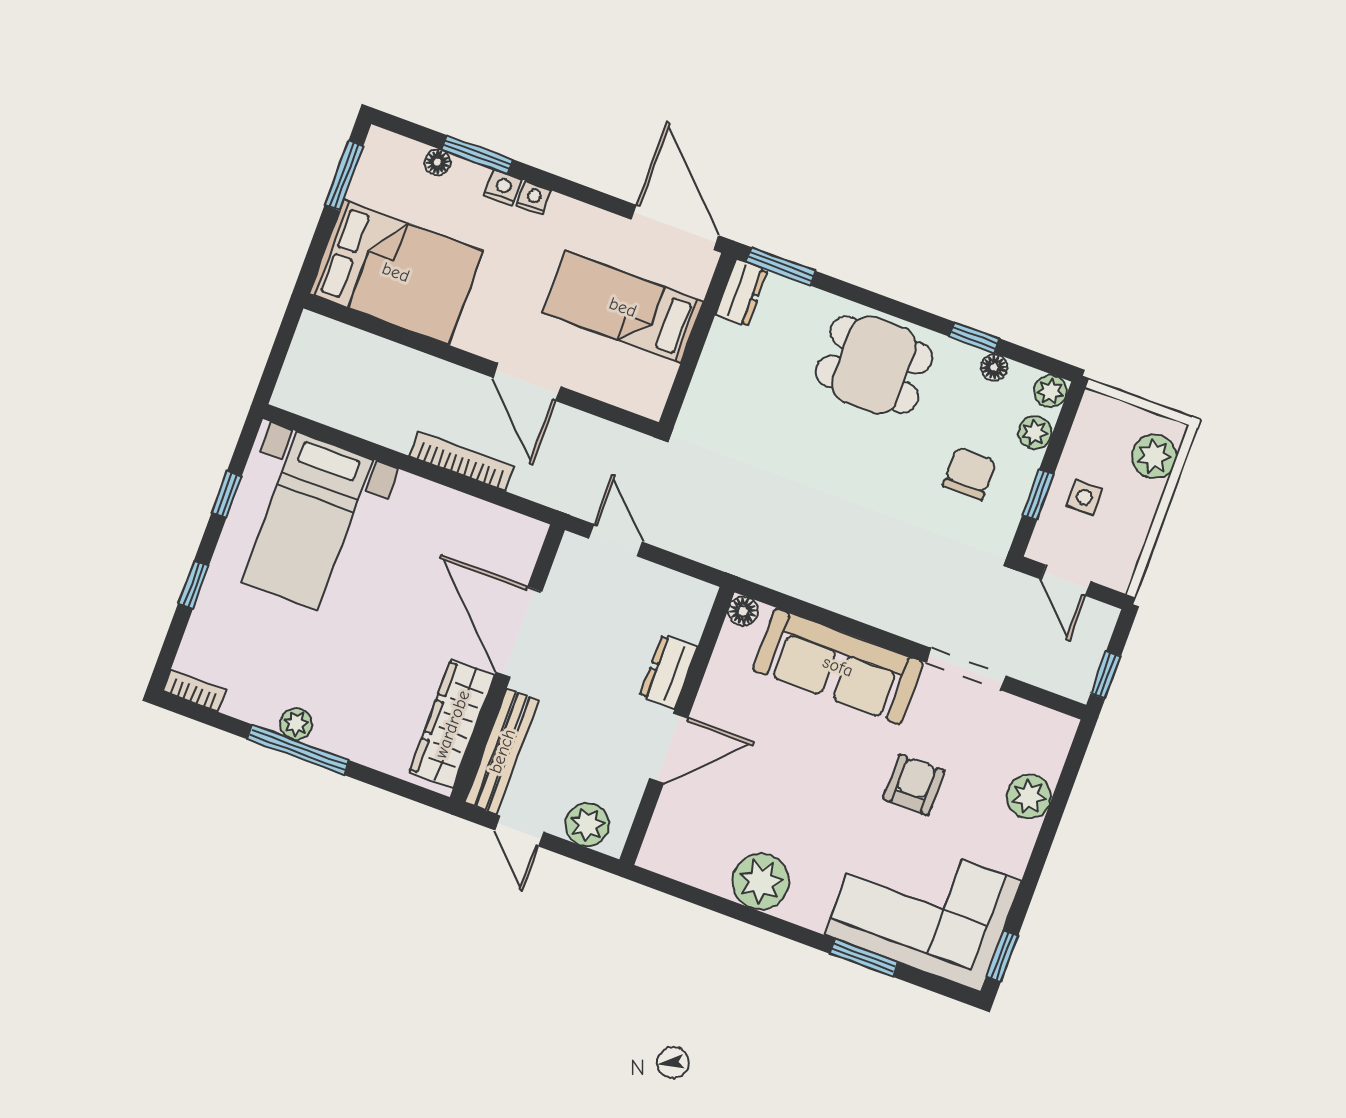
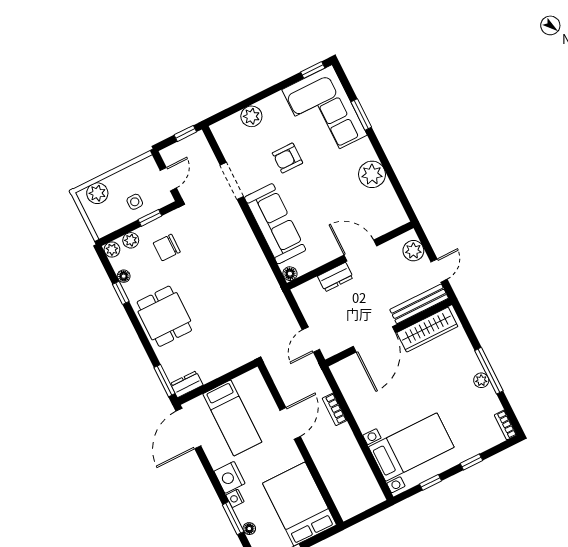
nightstand: (534, 198) -> (229, 477), width x1.89, depth x1.79
bookcase: (462, 461) -> (335, 409), width x0.64

